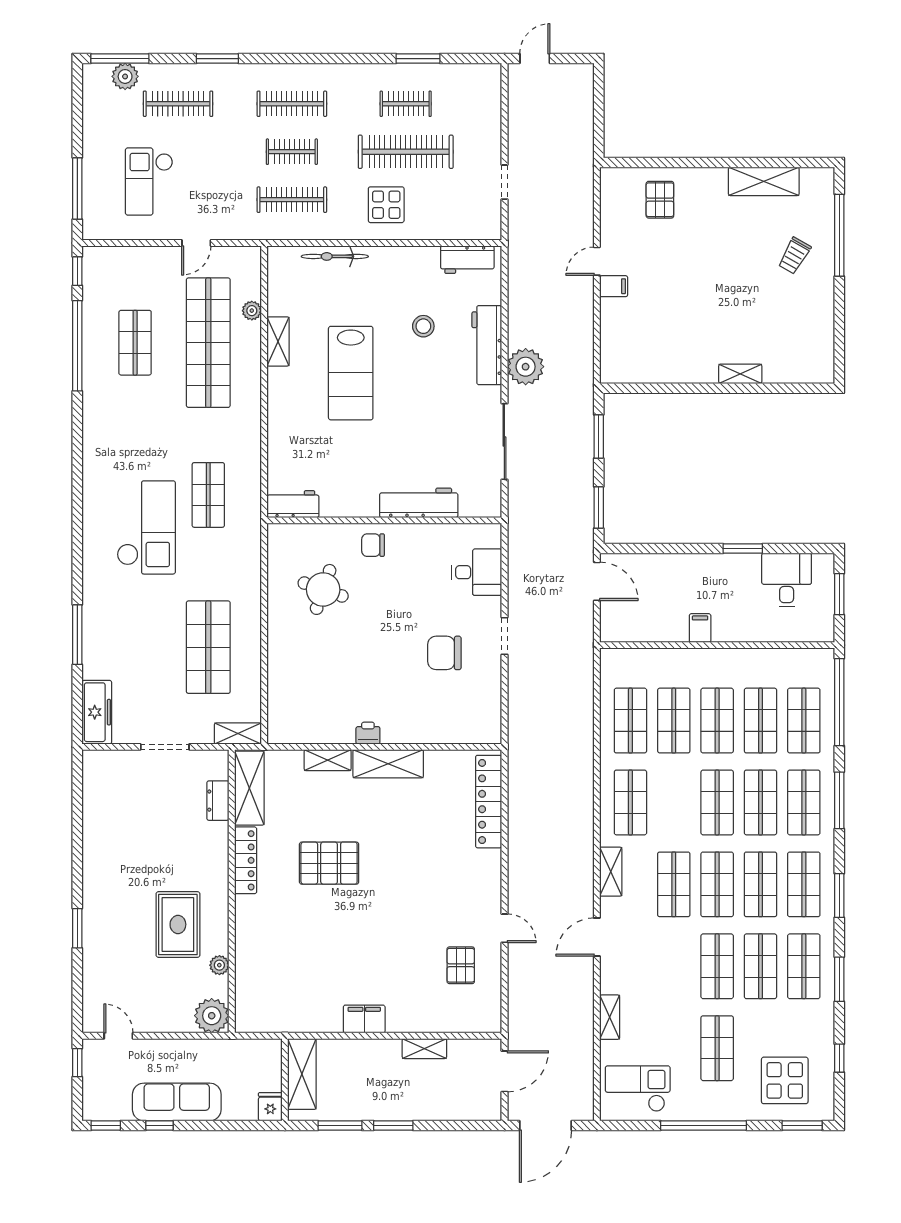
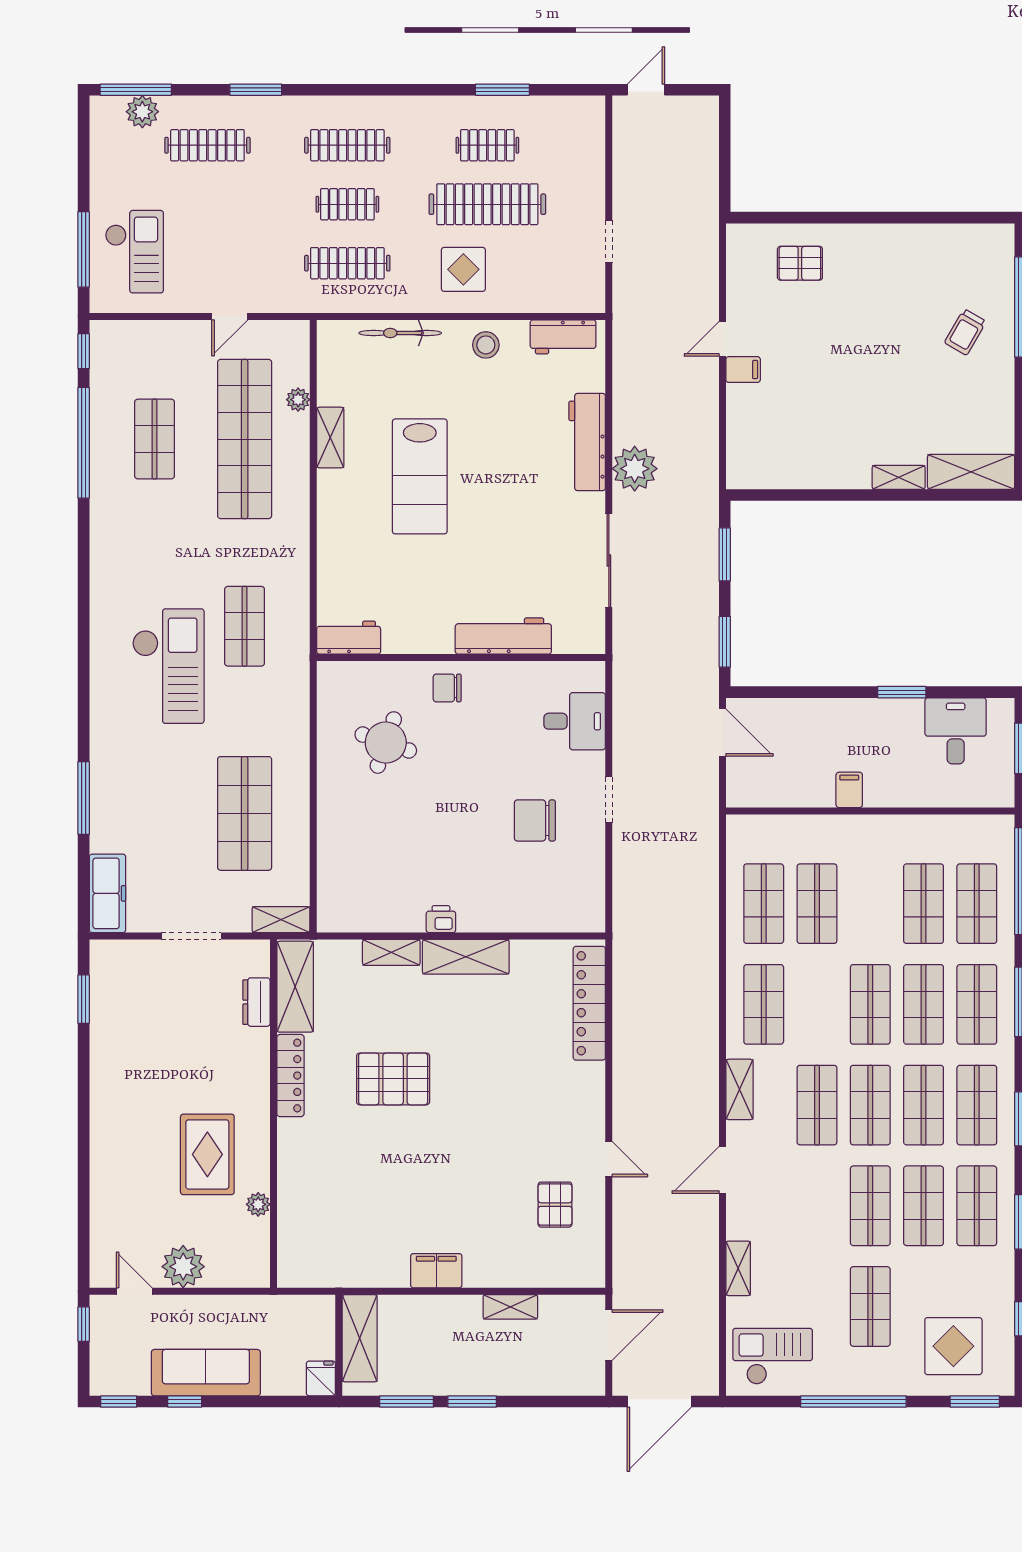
checkout: (149, 181) -> (134, 252), moved, turned 180
shelving: (764, 181) -> (971, 472), moved
pallet: (660, 200) -> (800, 263), turned 90
stool: (423, 326) -> (486, 345), moved
shop shelf: (717, 721) -> (870, 904), removed
window: (77, 928) -> (84, 999), moved
plant: (212, 1016) -> (183, 1267), moved

